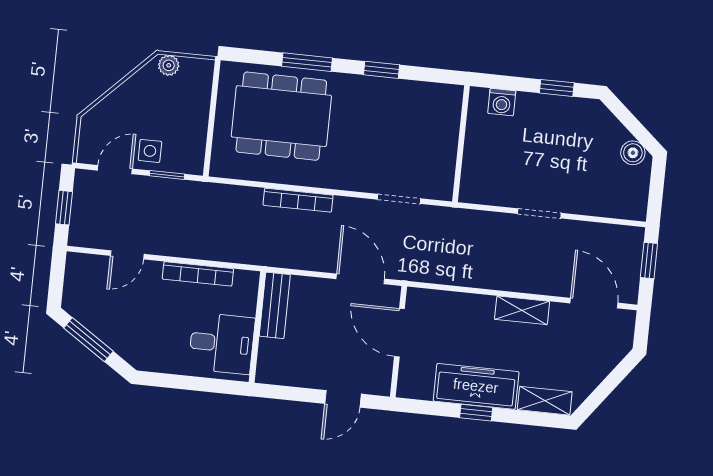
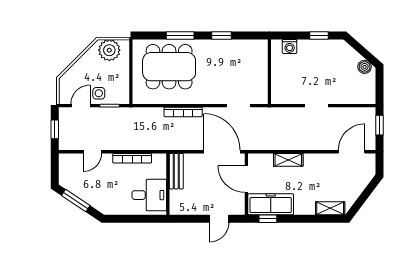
plant: (169, 65) -> (109, 50), width x1.88, depth x1.88
door: (360, 279) -> (222, 152), width x1.36
door: (594, 303) -> (352, 152), hinge flipped
shelving: (522, 310) -> (288, 160), moved
freezer: (476, 386) -> (271, 204), moved
window: (476, 413) -> (268, 219), moved

